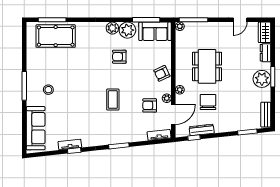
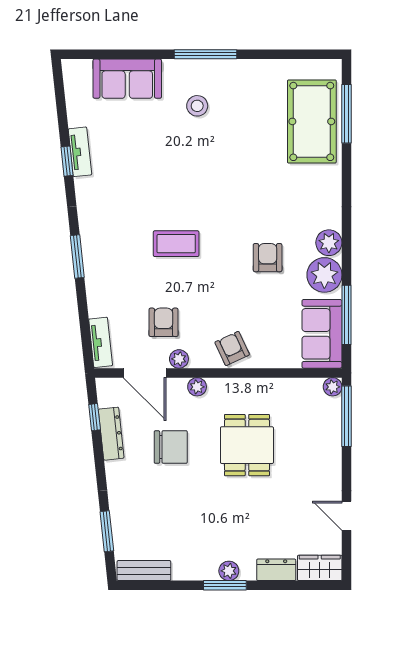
dining table: (207, 66) -> (247, 445), width x0.73
plant: (262, 79) -> (229, 571), width x0.53, depth x0.53
sofa: (36, 128) -> (127, 79), width x0.73

